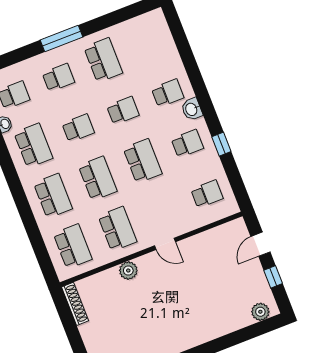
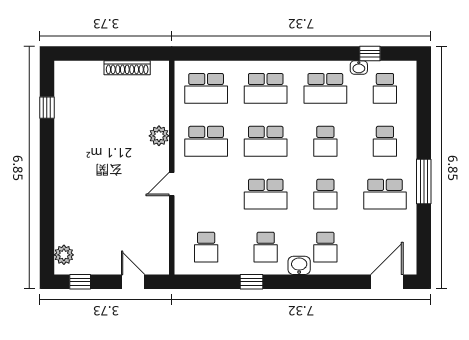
door: (177, 30) -> (387, 282), added
window: (62, 39) -> (424, 182), moved
window: (273, 277) -> (80, 282), moved
shoe rack: (75, 304) -> (127, 68), moved

